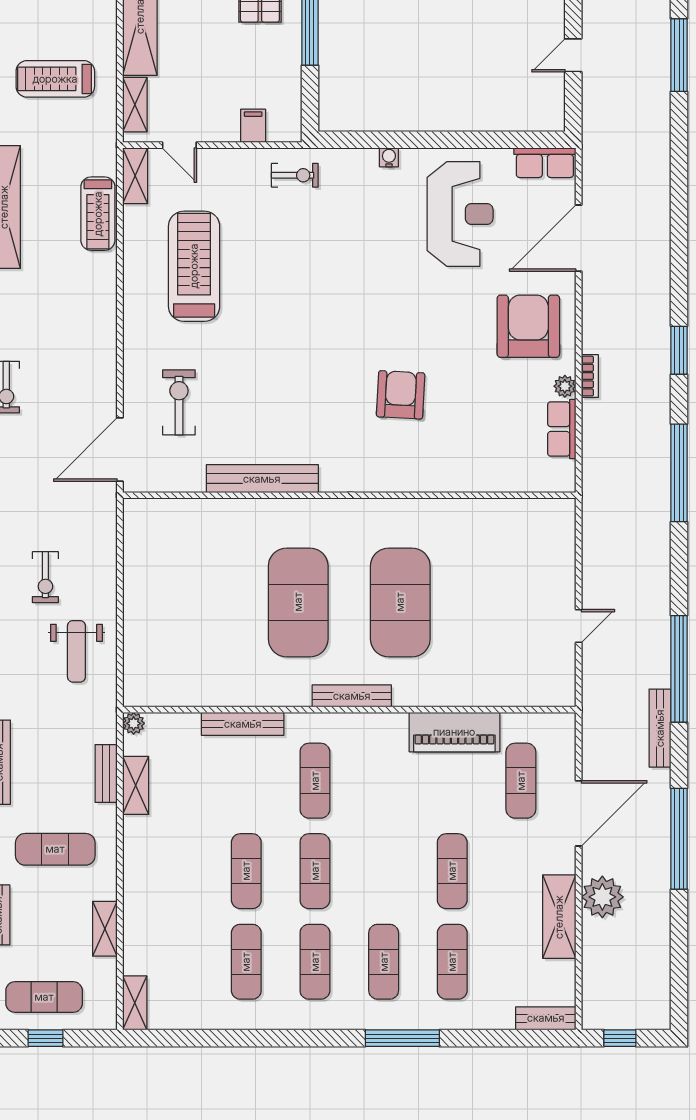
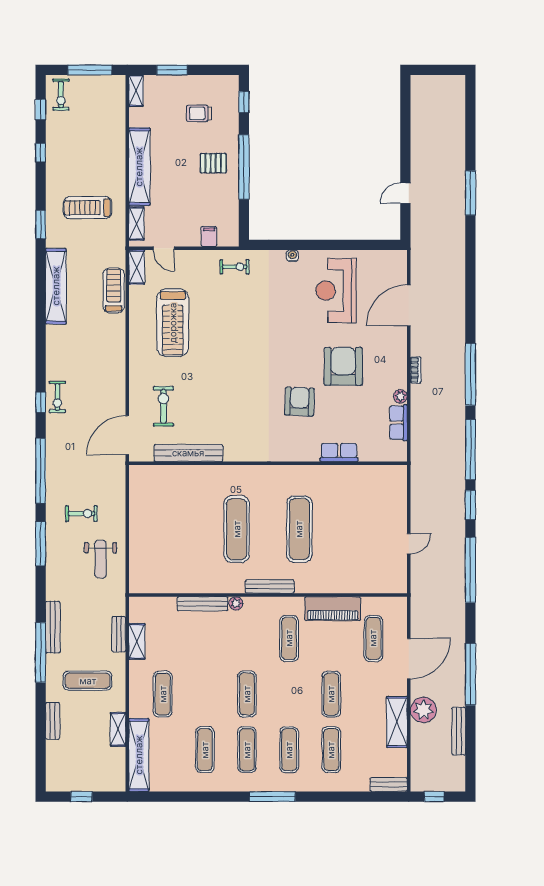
row of seats: (545, 163) -> (339, 452), moved, turned 180
treadmill: (98, 214) -> (114, 290), turned 180
reception desk: (460, 214) -> (336, 291), turned 180
treadmill: (194, 266) -> (173, 323), turned 180
armchair: (528, 326) -> (343, 366), moved
window: (679, 350) -> (470, 374), width x2.11
bookcase: (590, 376) -> (416, 370), moved
bench: (262, 479) -> (188, 453), moved
window: (679, 563) -> (470, 505), added
exercise bike: (45, 577) -> (81, 514), turned -90
exercise mat: (298, 602) -> (237, 529), width x0.68
exercise mat: (400, 602) -> (299, 529), width x0.68
plant: (134, 723) -> (236, 603), moved
bench: (660, 728) -> (459, 731), moved
exercise mat: (315, 781) -> (289, 638), moved
exercise mat: (246, 871) -> (163, 694), moved
exercise mat: (44, 997) -> (81, 771), removed
shelving: (135, 1003) -> (139, 755), width x2.20, depth x1.33
window: (402, 1038) -> (272, 797), moved

